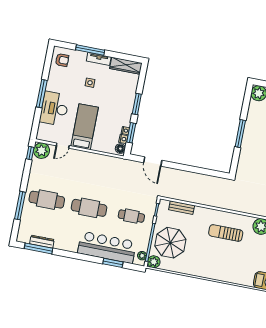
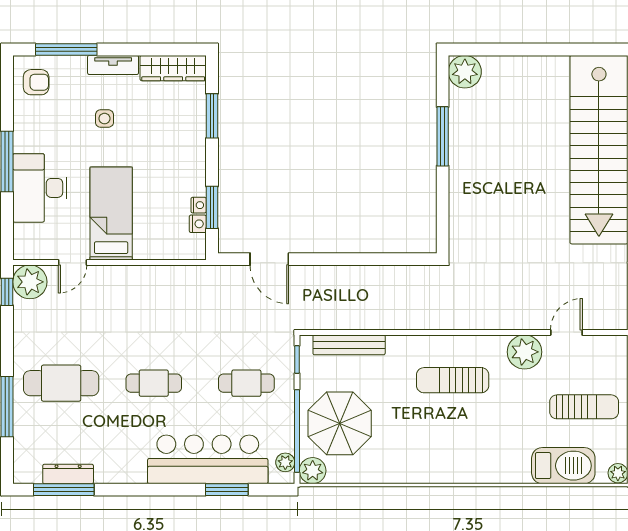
window: (90, 50) -> (66, 49), moved
window: (137, 104) -> (212, 116), moved
window: (240, 134) -> (443, 136), moved
floor lamp: (120, 149) -> (196, 245), removed
cafe table: (89, 208) -> (154, 383), width x0.73, depth x0.74
bench: (182, 208) -> (349, 345), width x1.36

